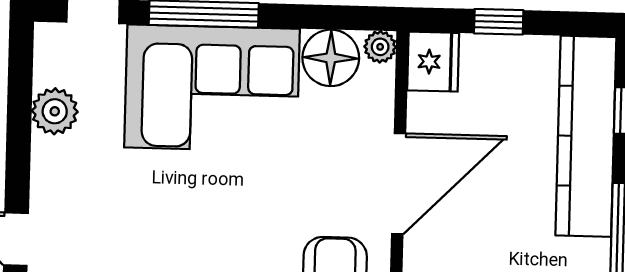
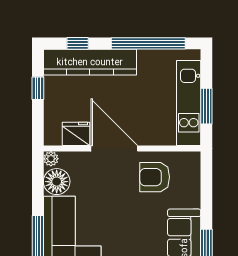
window: (499, 22) -> (38, 88), moved
fridge: (433, 62) -> (76, 134), moved

